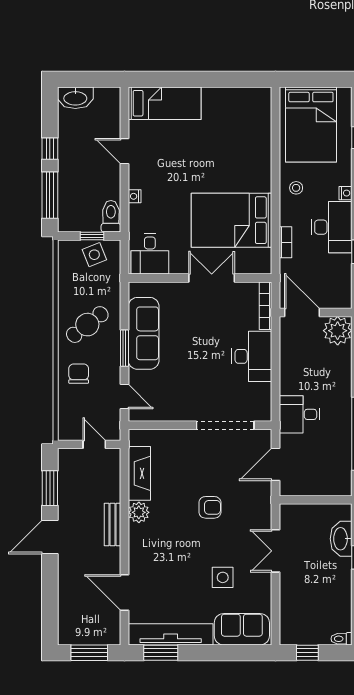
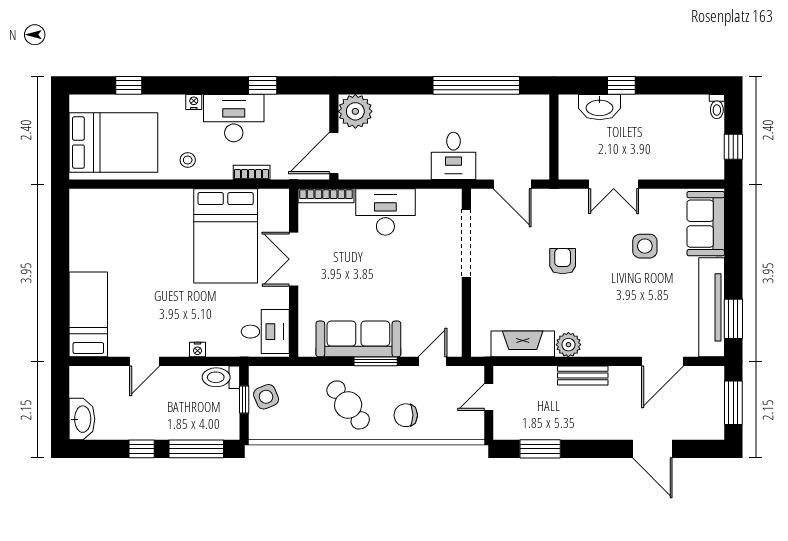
door: (50, 537) -> (652, 449), moved

